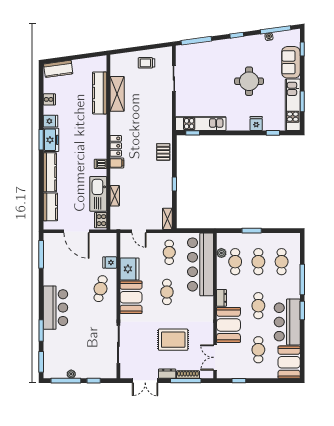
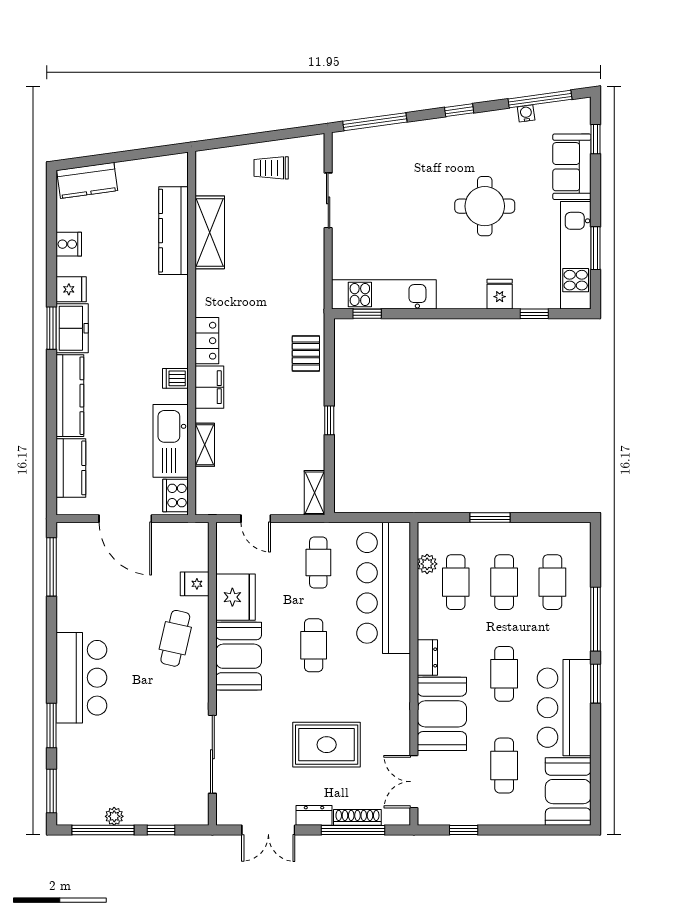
filing cabinet: (117, 163) -> (209, 387), width x2.00

